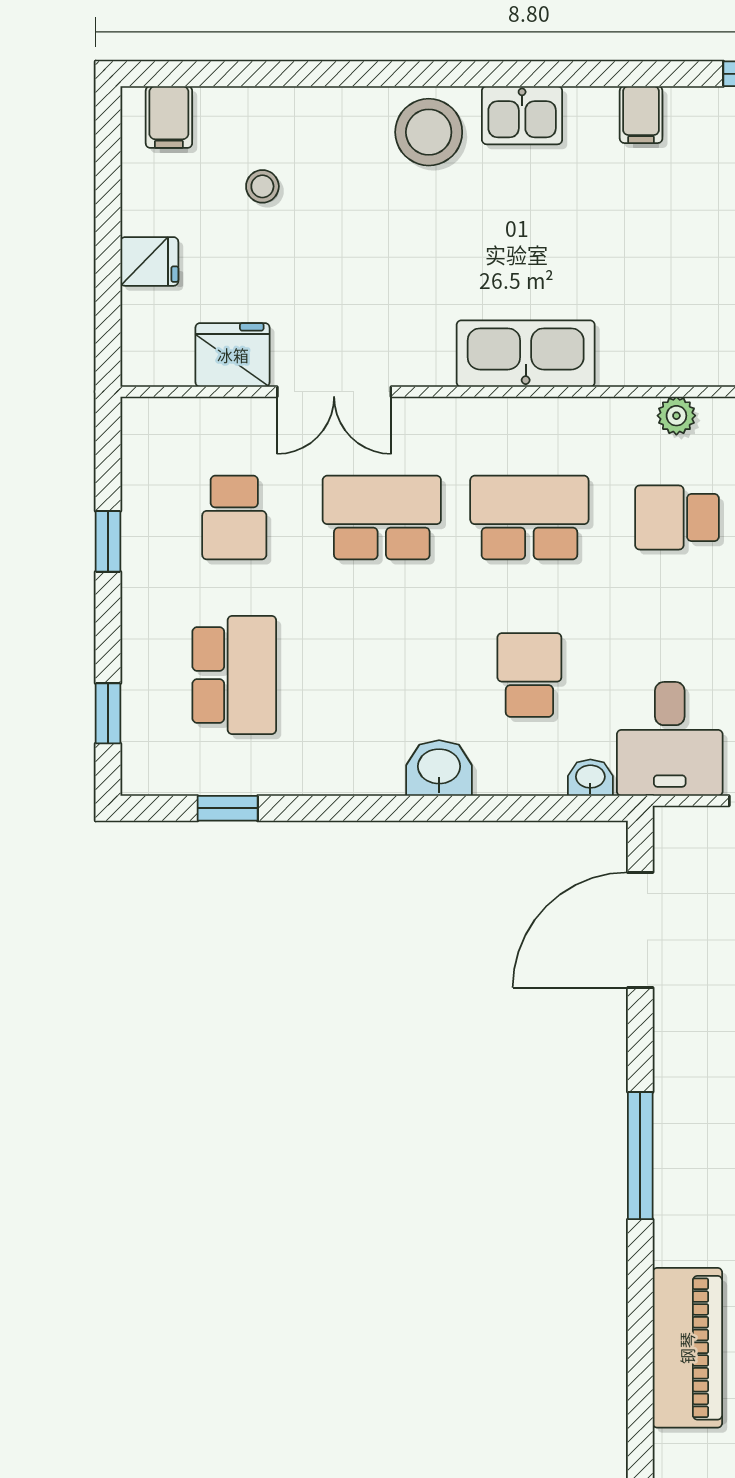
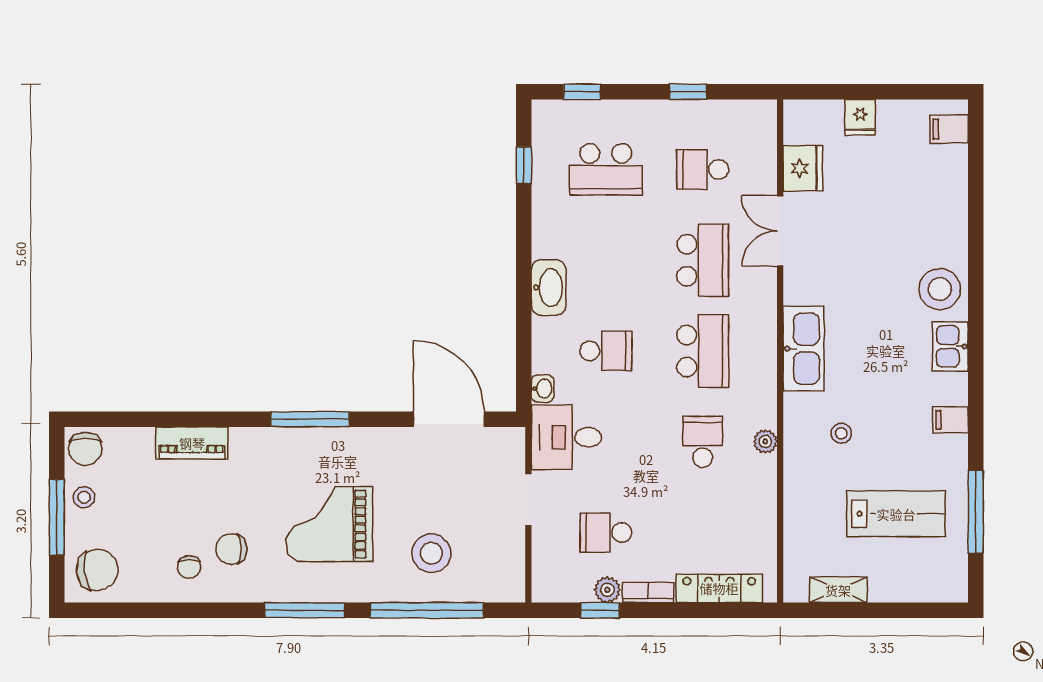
stool: (262, 186) -> (841, 433), moved
washbasin: (439, 768) -> (549, 288), width x1.38
piano: (687, 1348) -> (192, 443), width x0.73, depth x0.75

